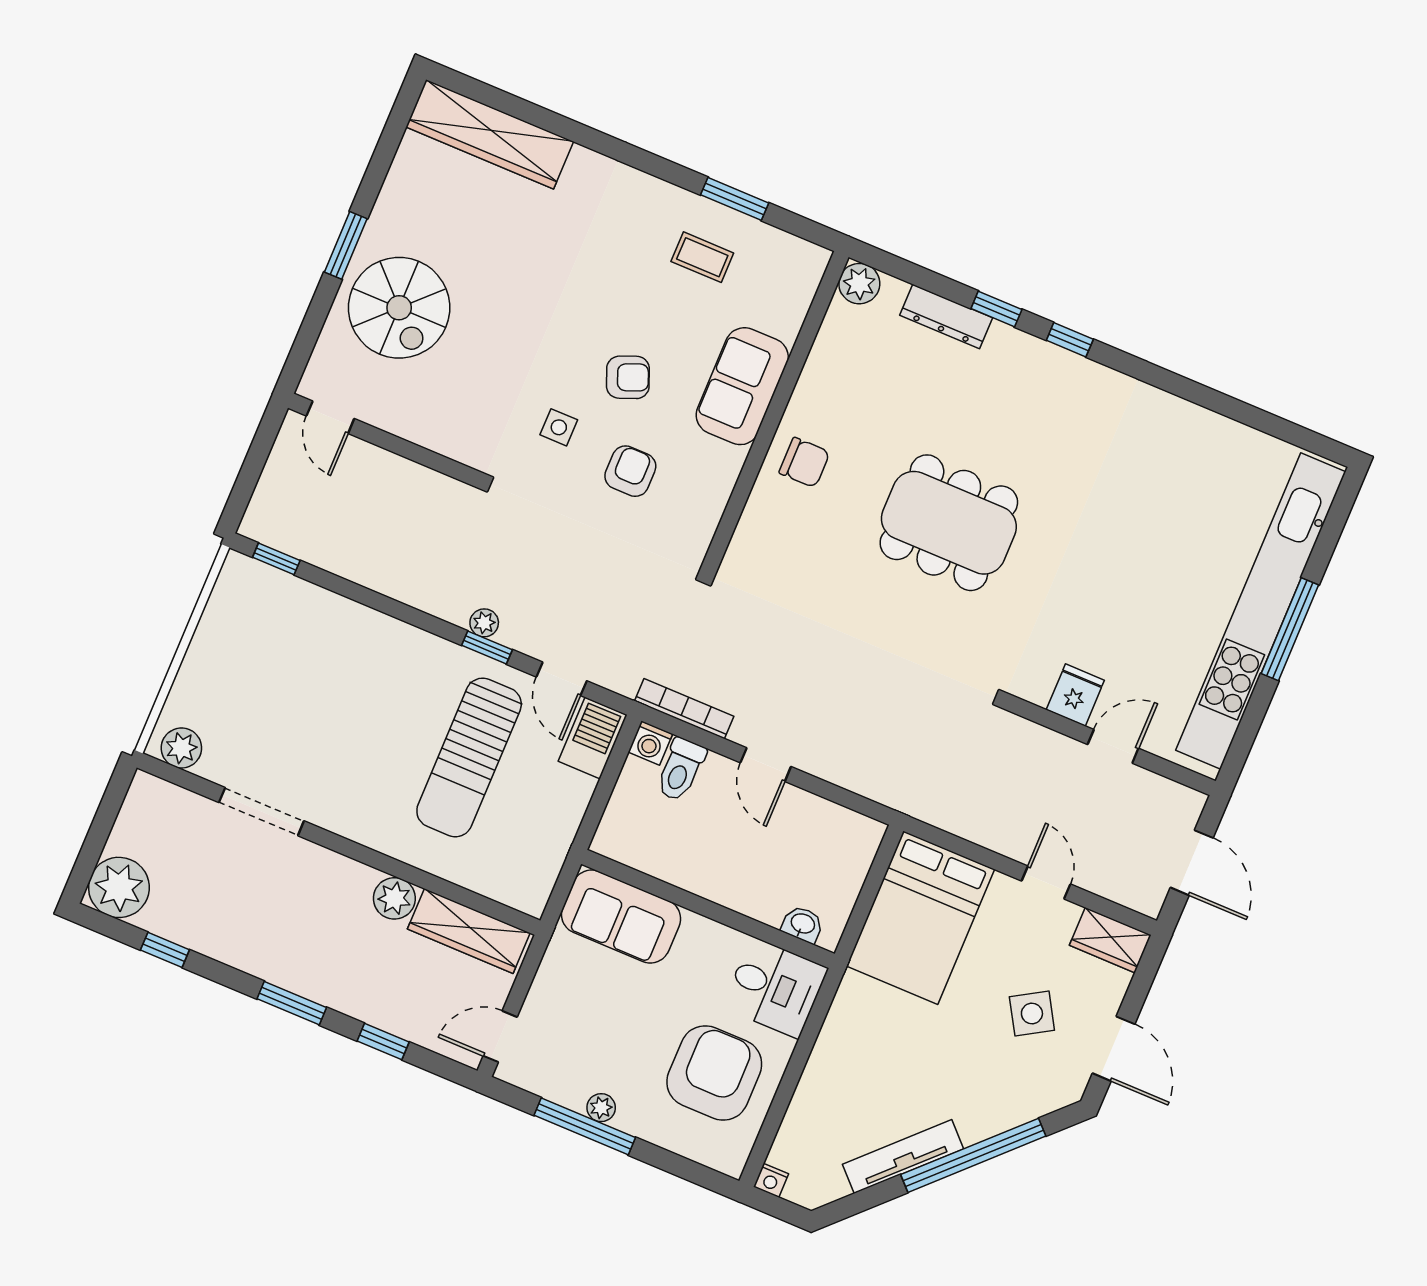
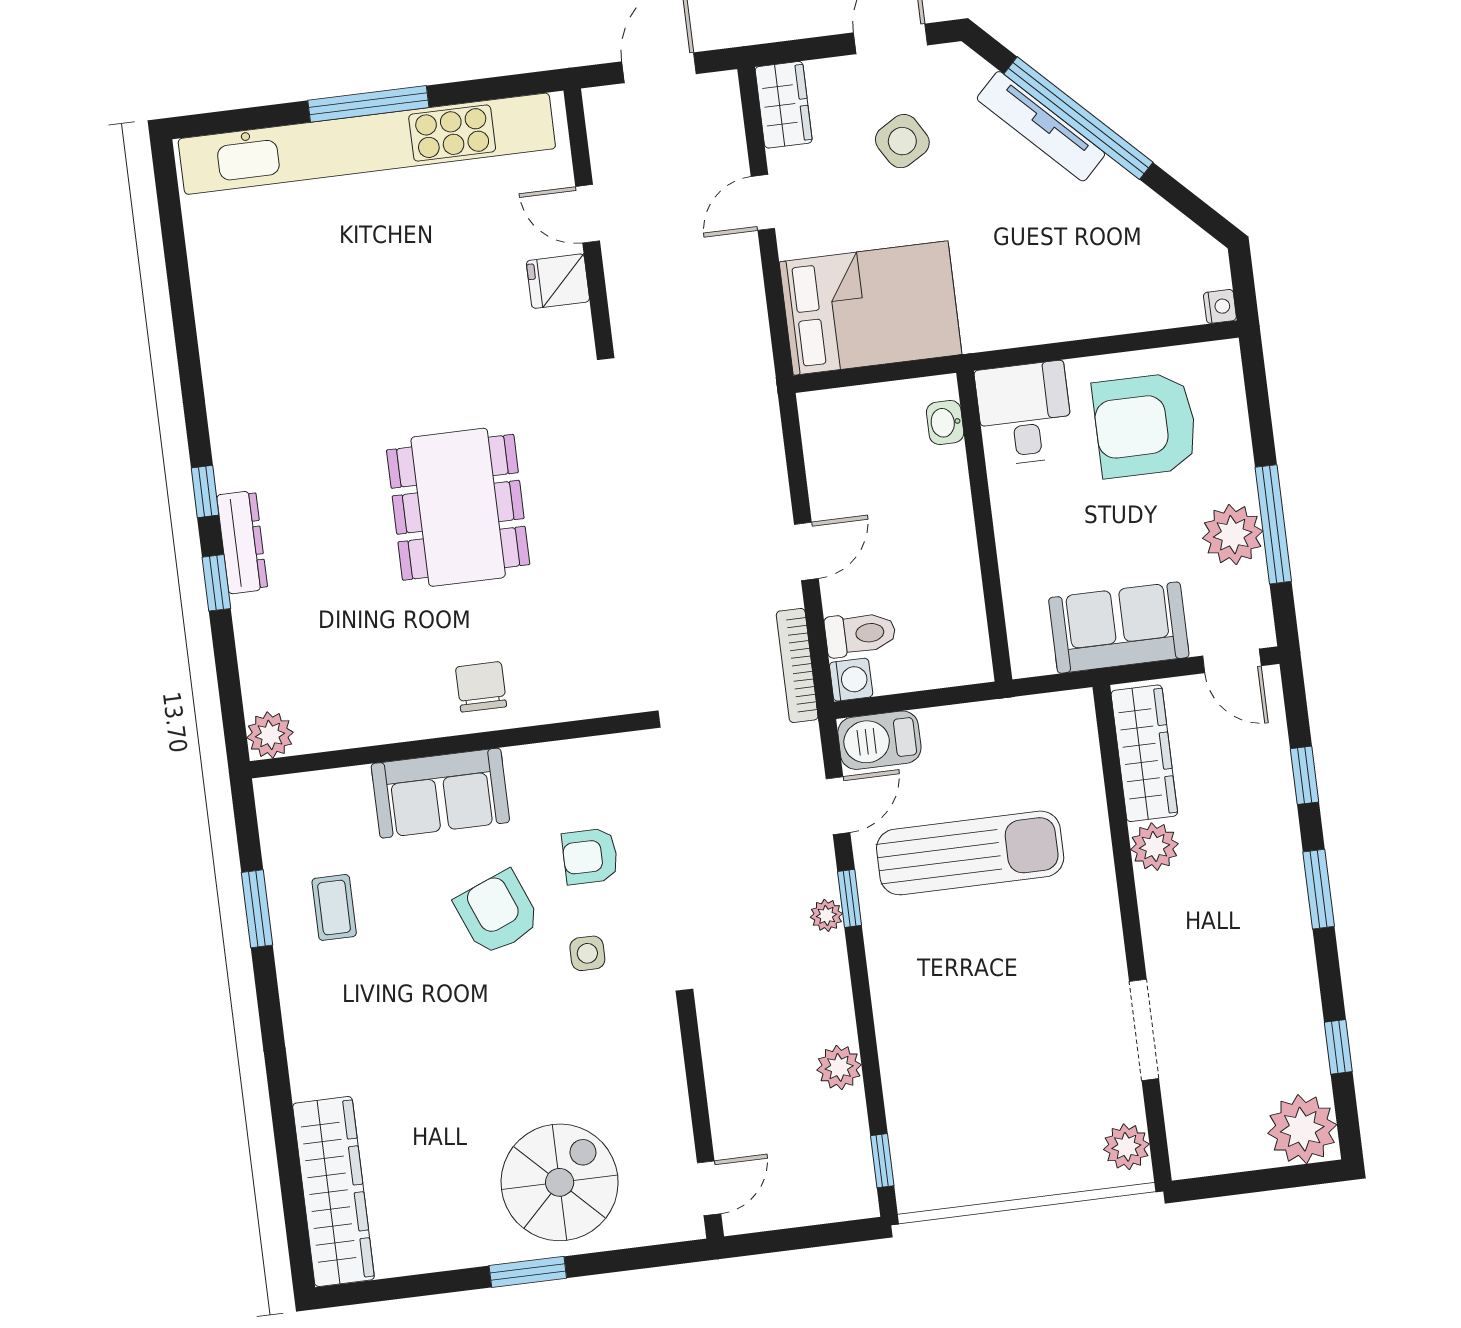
dresser: (946, 316) -> (242, 542), moved
armchair: (628, 377) -> (497, 913), width x1.38, depth x1.38
plant: (365, 567) -> (839, 1067), added
sofa: (621, 917) -> (1119, 628), moved, turned -90
plant: (601, 1108) -> (1233, 535), width x1.87, depth x1.87
tv unit: (903, 1157) -> (1041, 126), moved

